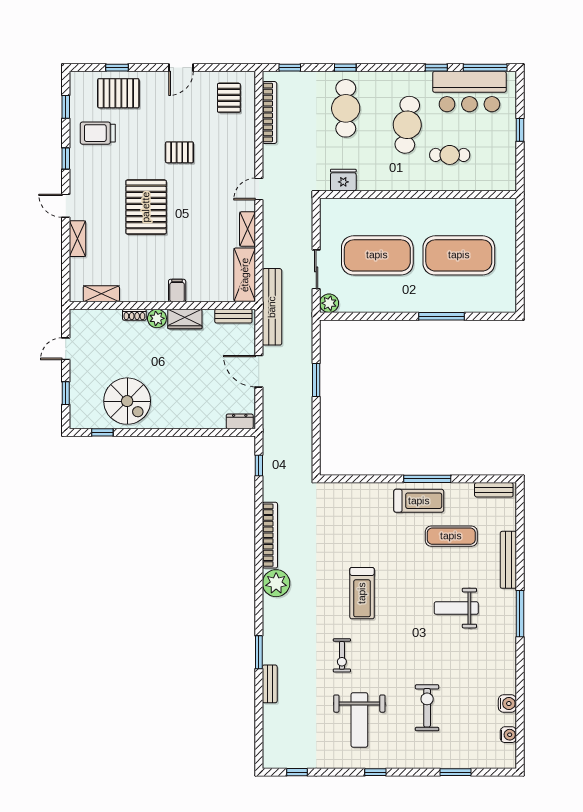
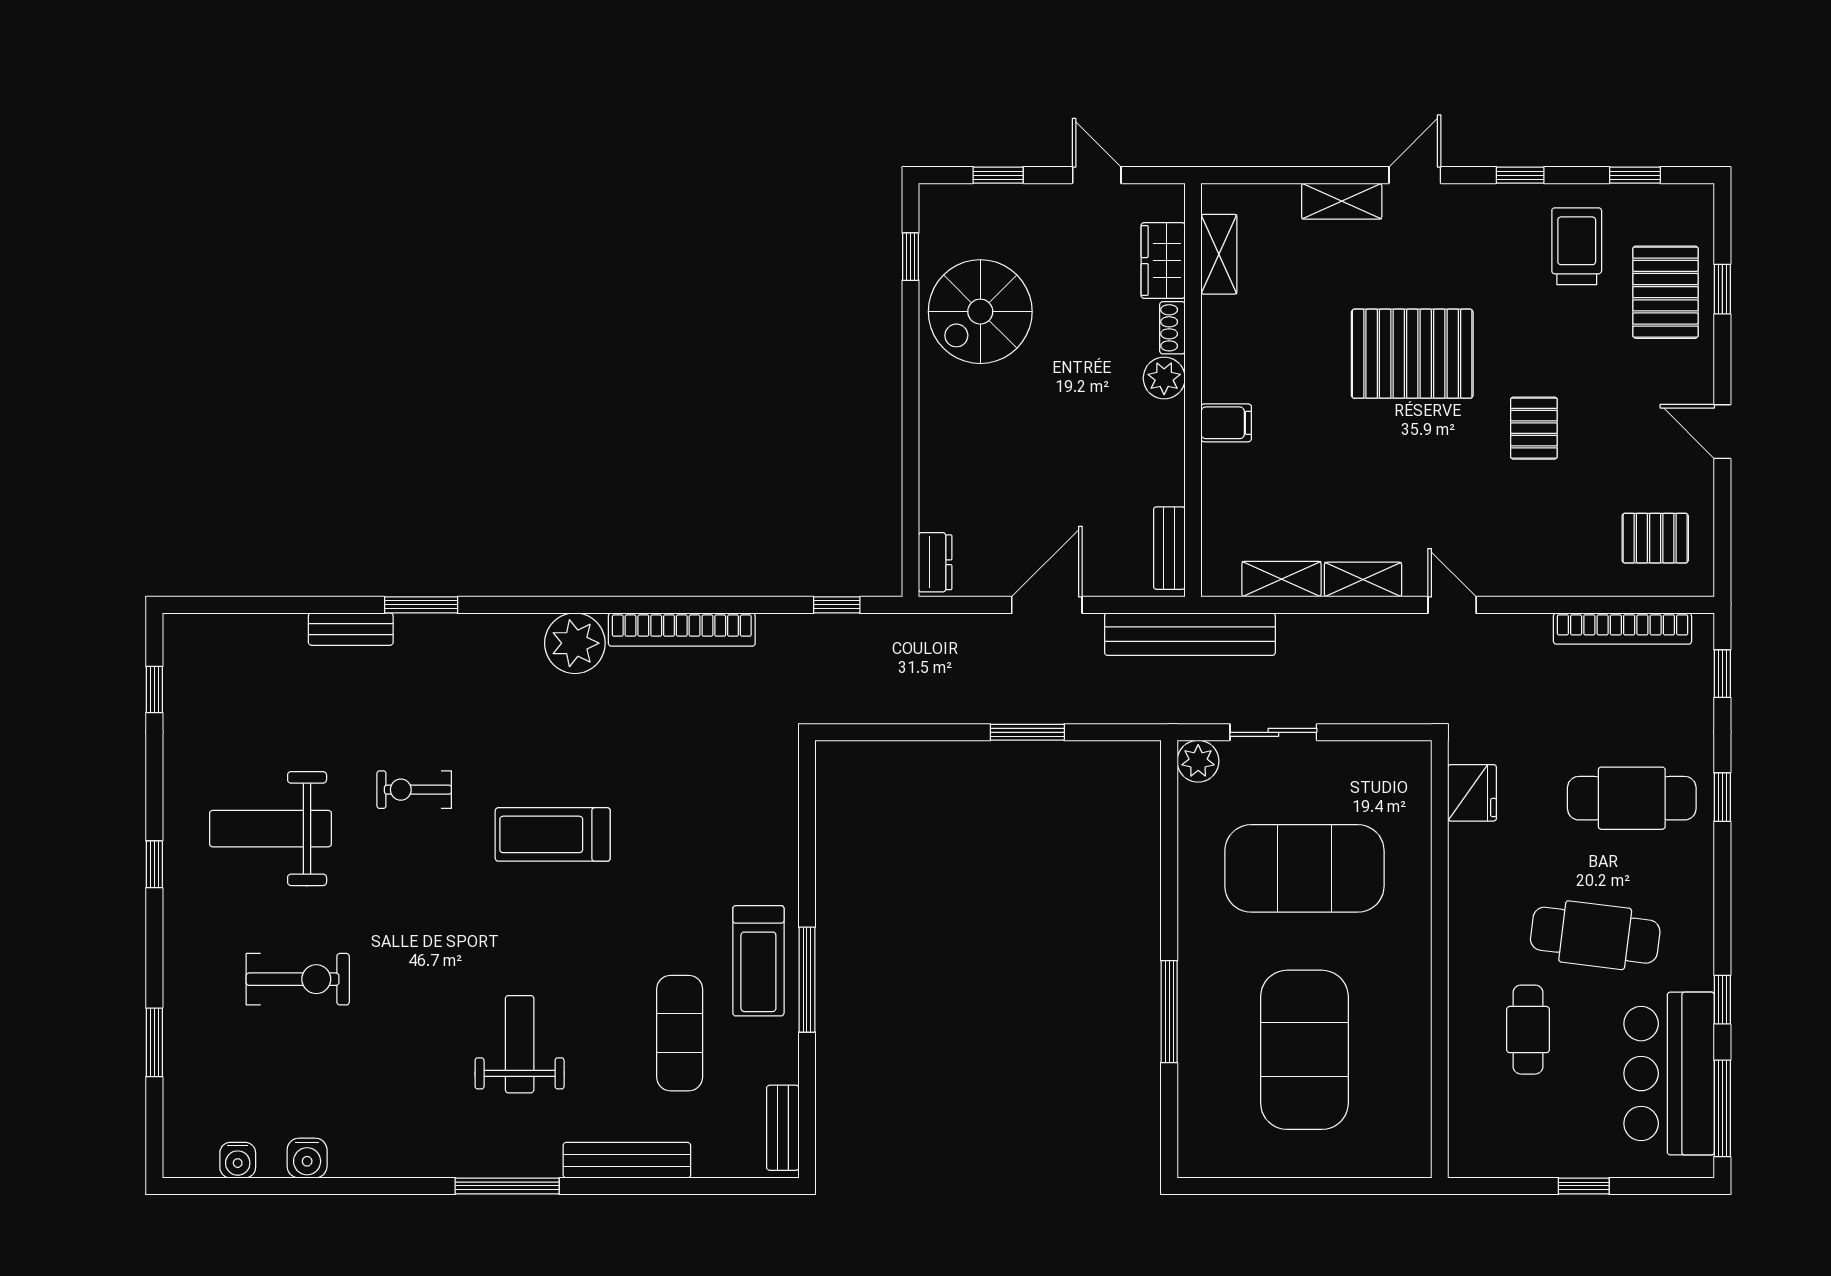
exercise mat: (377, 255) -> (1304, 868), turned 90
shelving: (245, 275) -> (1282, 579), width x0.67, depth x0.75
wardrobe: (185, 319) -> (1163, 261), moved

